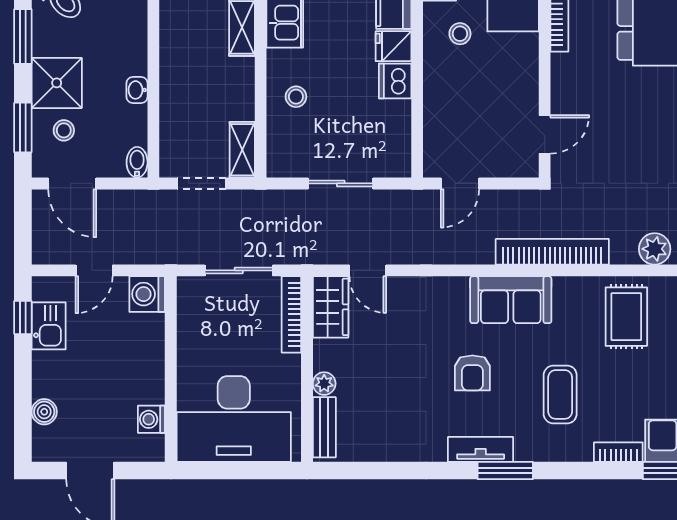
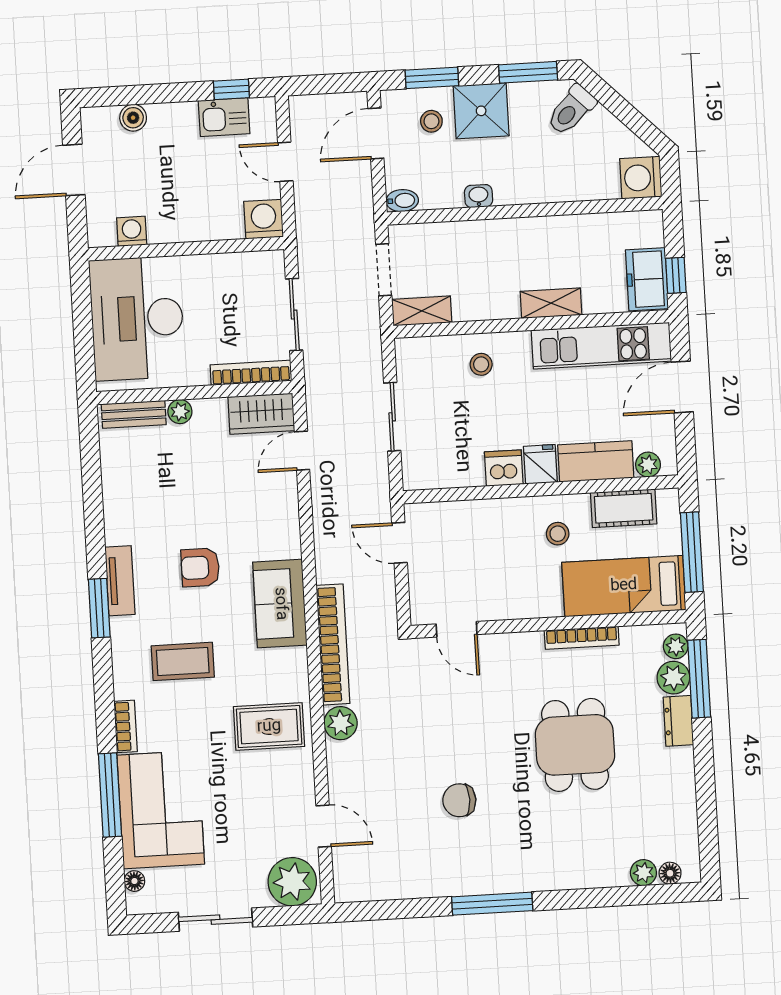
plant: (655, 249) -> (341, 723), moved

